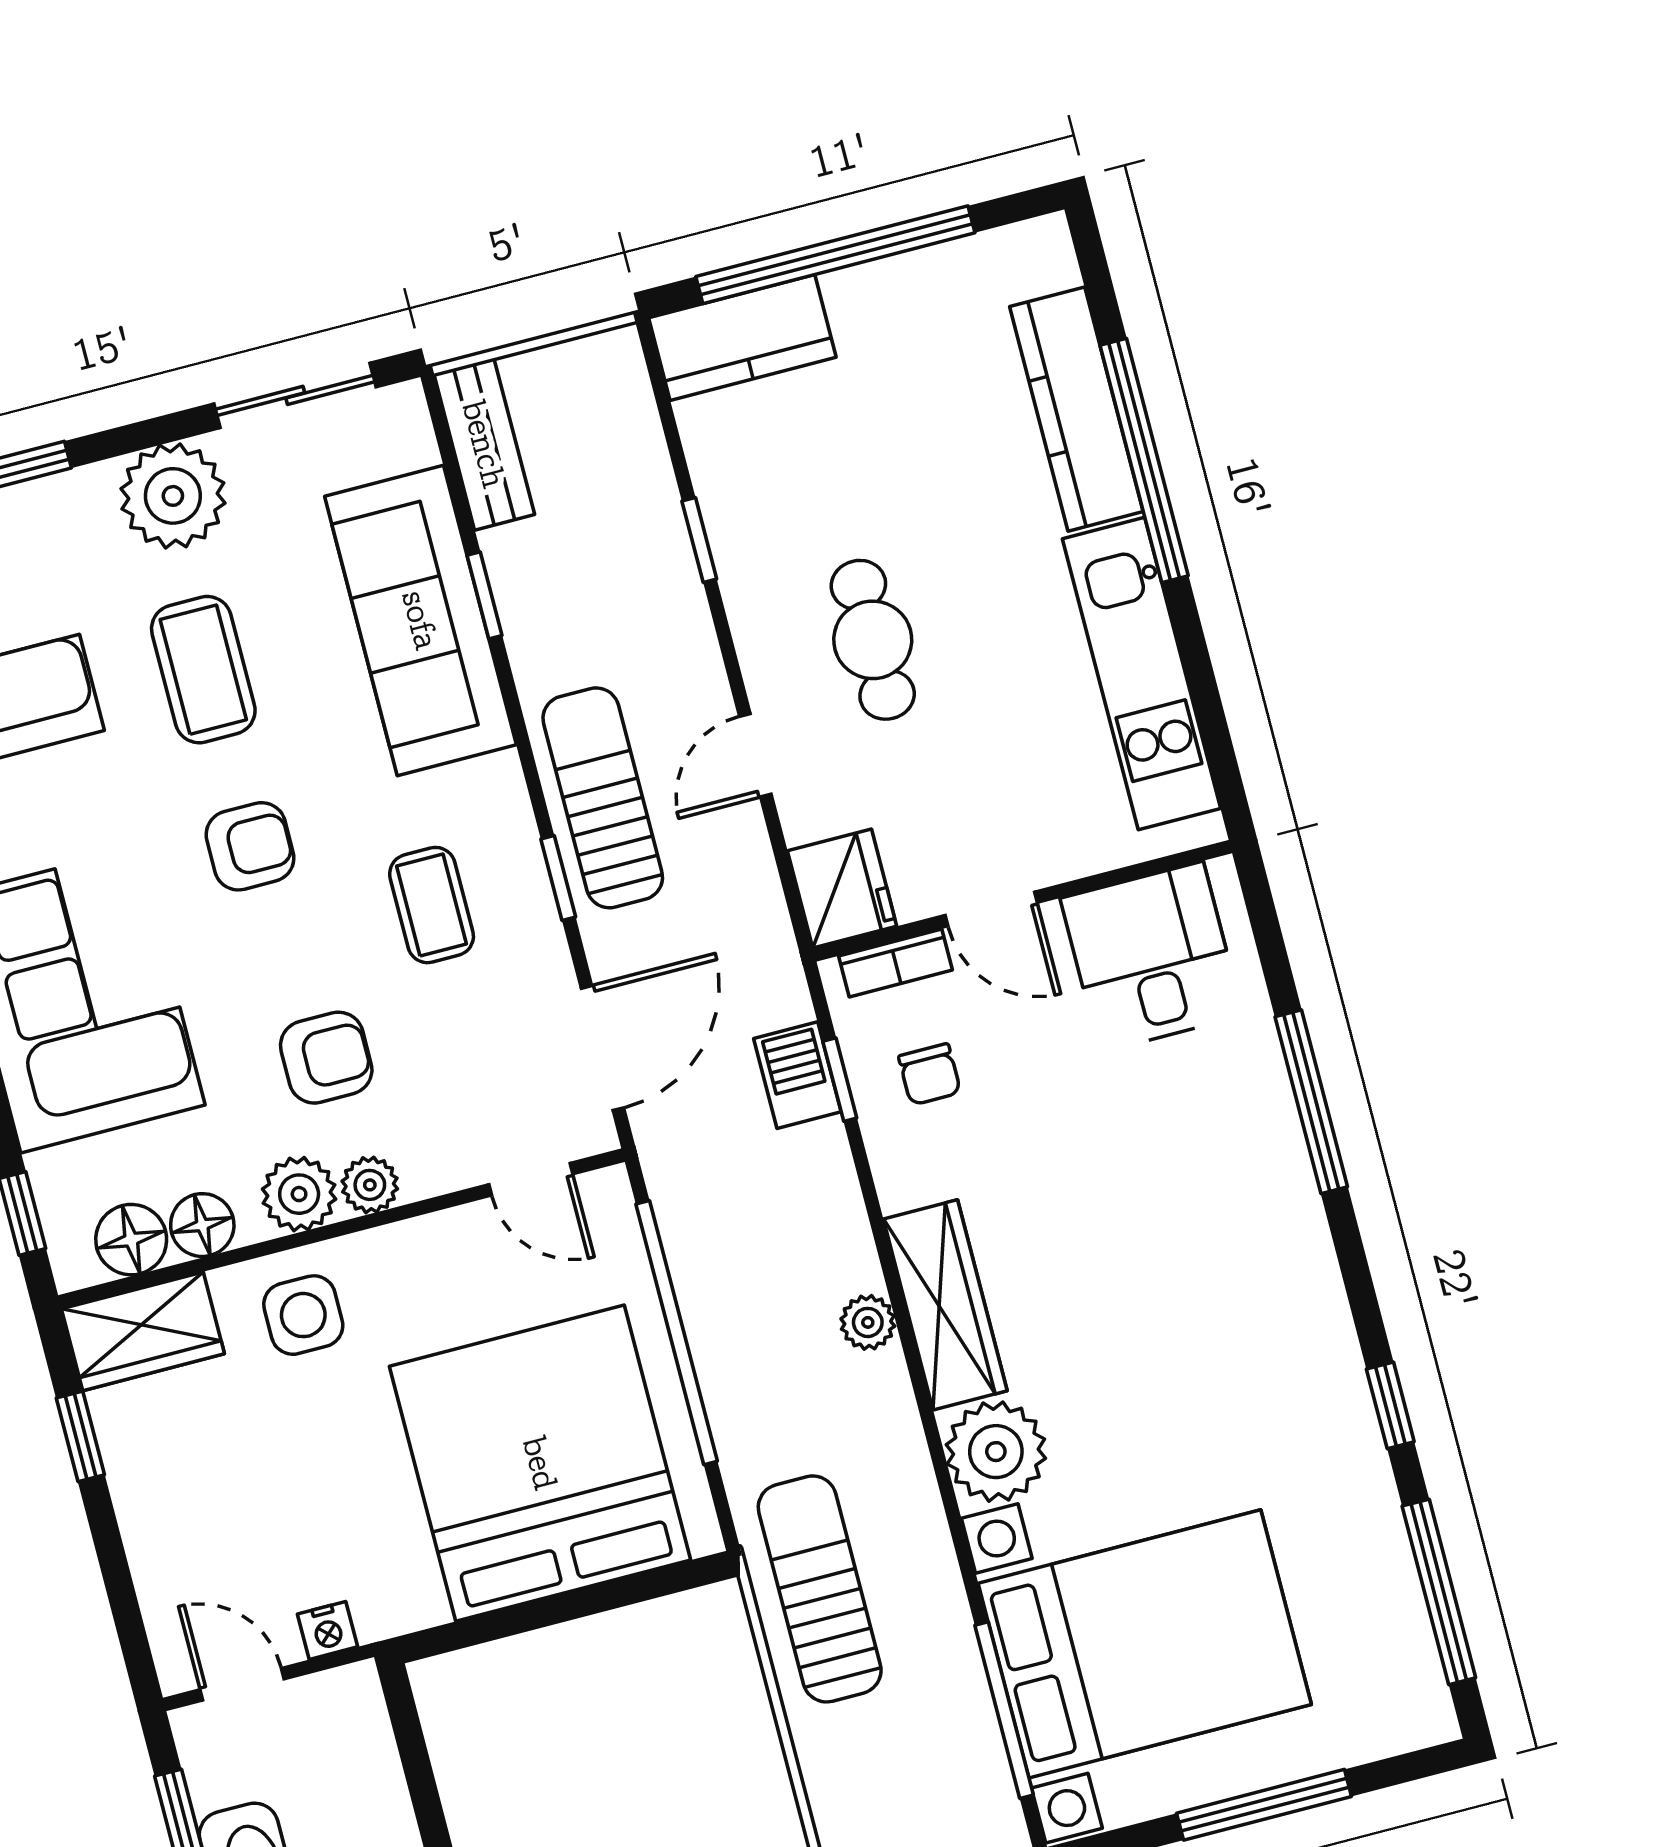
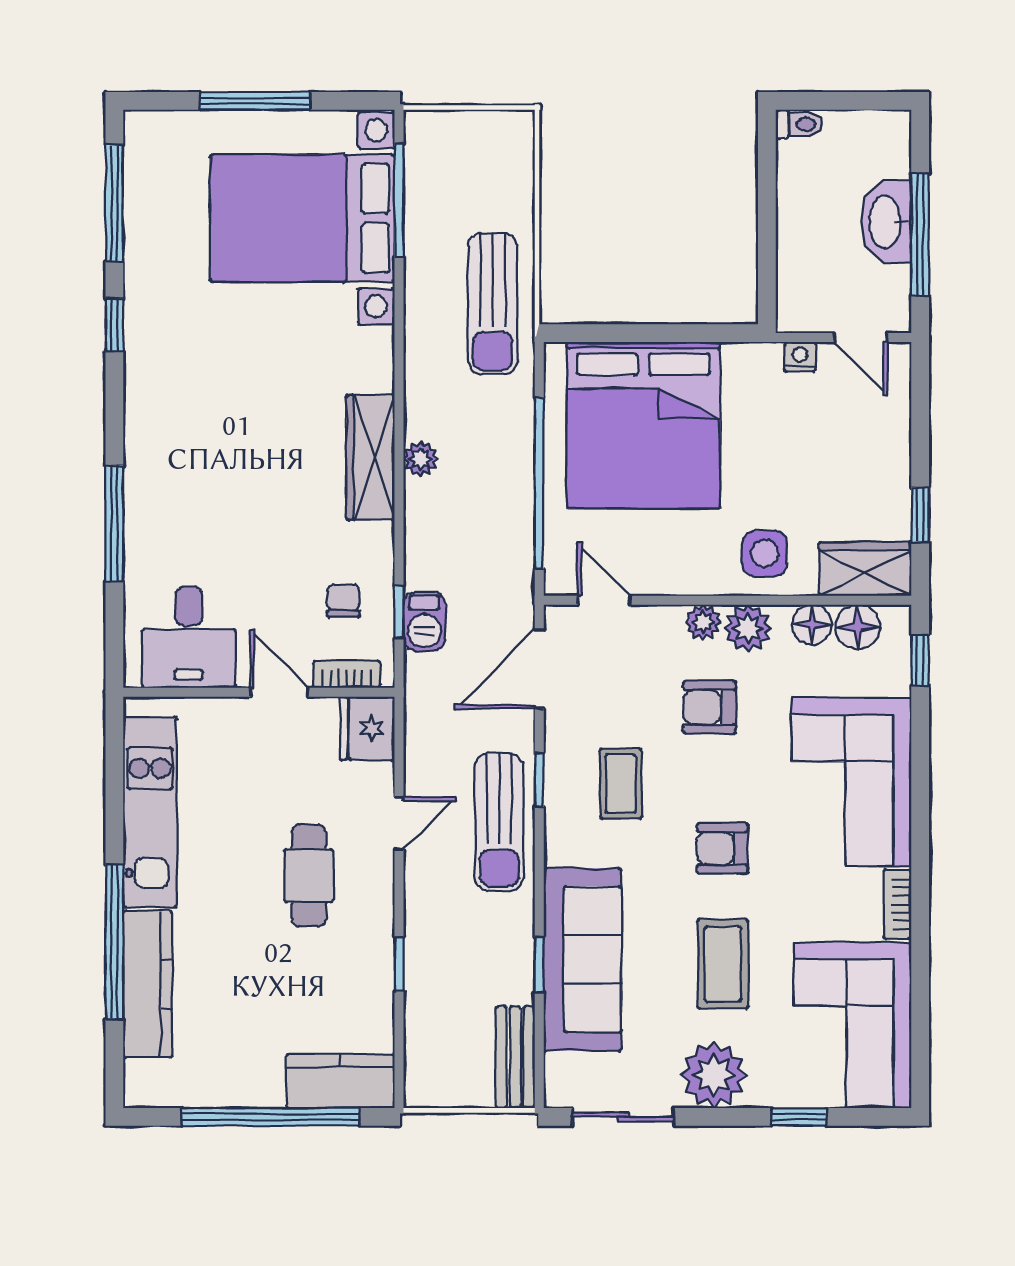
plant: (996, 1452) -> (363, 360), removed

